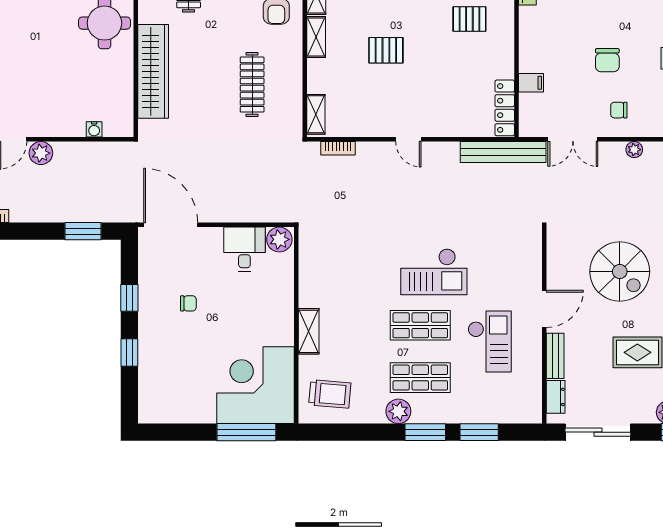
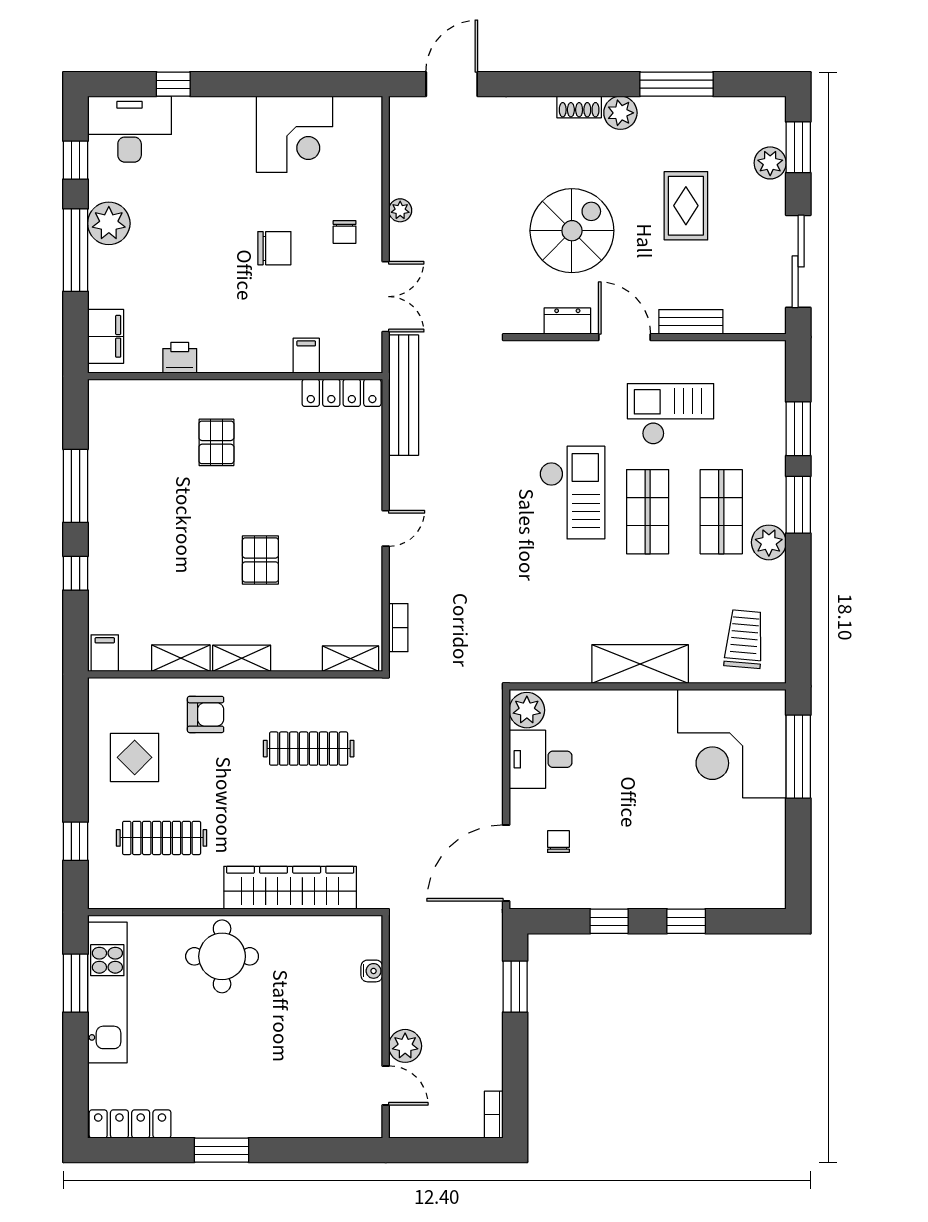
chair: (188, 303) -> (558, 842), moved
shelving: (309, 331) -> (640, 664), width x1.50, depth x1.33
dresser: (556, 397) -> (567, 321), moved

